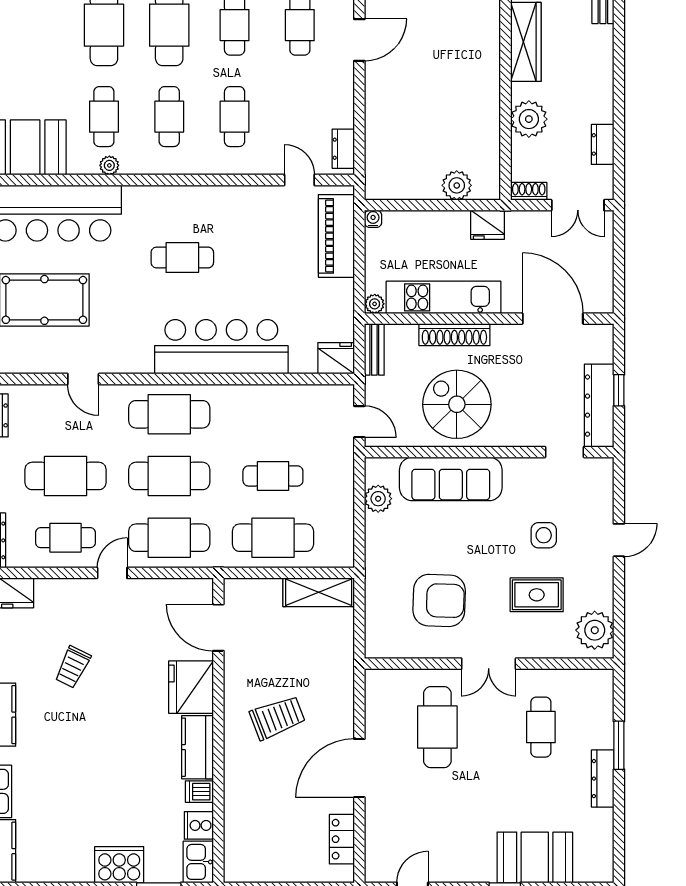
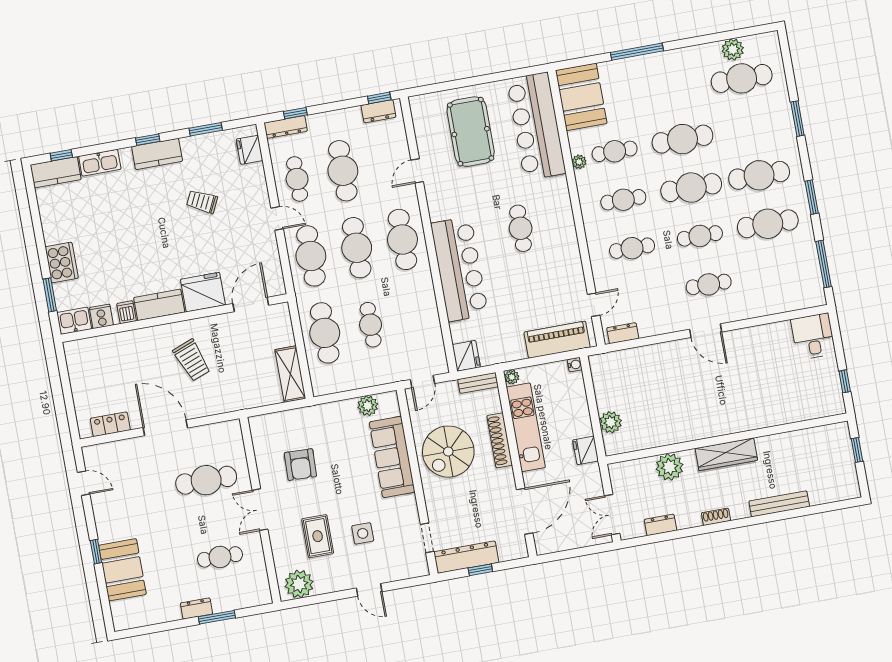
shoe rack: (529, 191) -> (716, 517), moved, turned -90
spiral stairs: (457, 404) -> (448, 452), turned 180
armchair: (439, 600) -> (300, 465), width x0.73, depth x0.73
dresser: (603, 779) -> (196, 608), width x0.70

